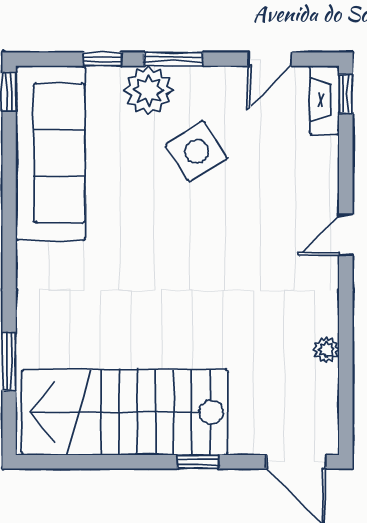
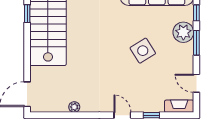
window: (346, 94) -> (151, 115), moved
side table: (196, 151) -> (143, 51), moved
window: (198, 462) -> (27, 14), moved

